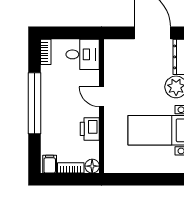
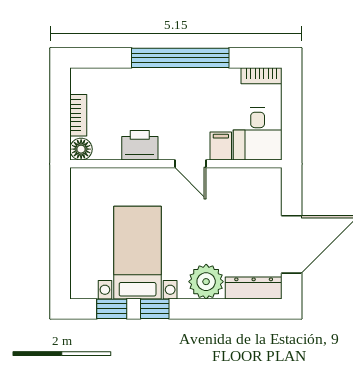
door: (101, 97) -> (190, 164), swing flipped
filing cabinet: (50, 164) -> (221, 146), moved, turned -90

